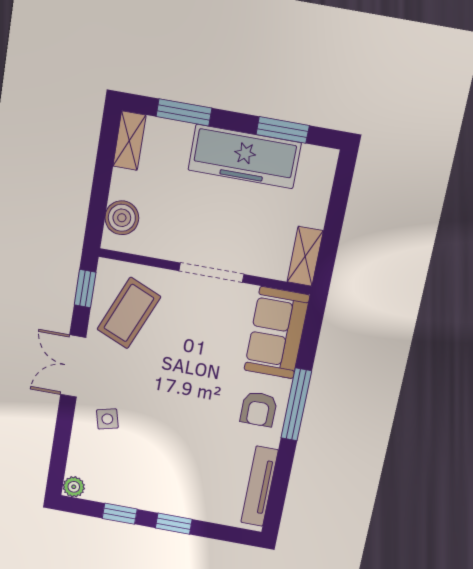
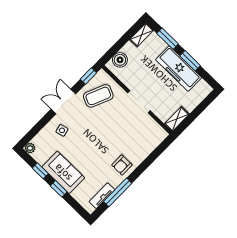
window: (283, 130) -> (190, 61), moved
sofa: (277, 333) -> (63, 172), moved, turned 90
window: (296, 404) -> (118, 192), moved
tv unit: (259, 486) -> (102, 196), width x0.71

